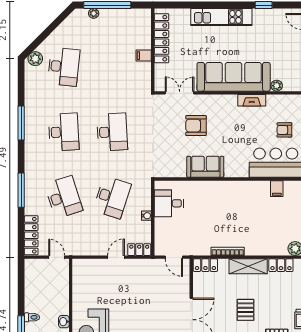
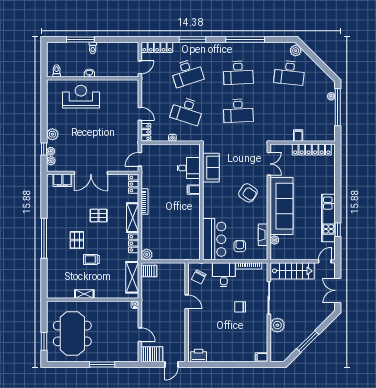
kitchen unit: (221, 17) -> (328, 218), moved
fireplace: (252, 100) -> (263, 235), moved
window: (21, 123) -> (245, 39), width x1.46
armchair: (196, 126) -> (248, 193), moved, turned 124
sofa: (205, 167) -> (211, 168), moved
filing cabinet: (277, 189) -> (194, 190), moved
desk: (169, 203) -> (189, 168), moved, turned 90

